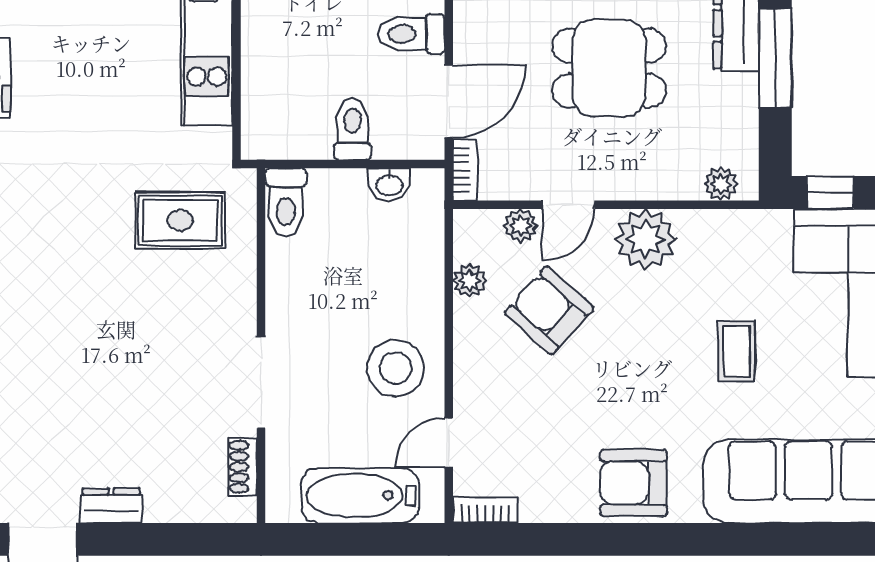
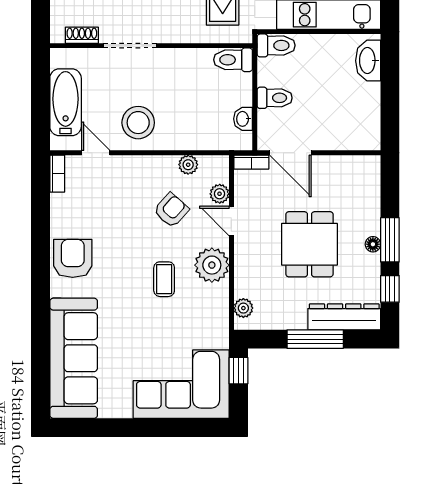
toilet: (411, 34) -> (276, 45), moved, turned 90
armchair: (549, 310) -> (171, 210), width x0.72, depth x0.72
coffee table: (737, 351) -> (164, 279), moved, turned 90

